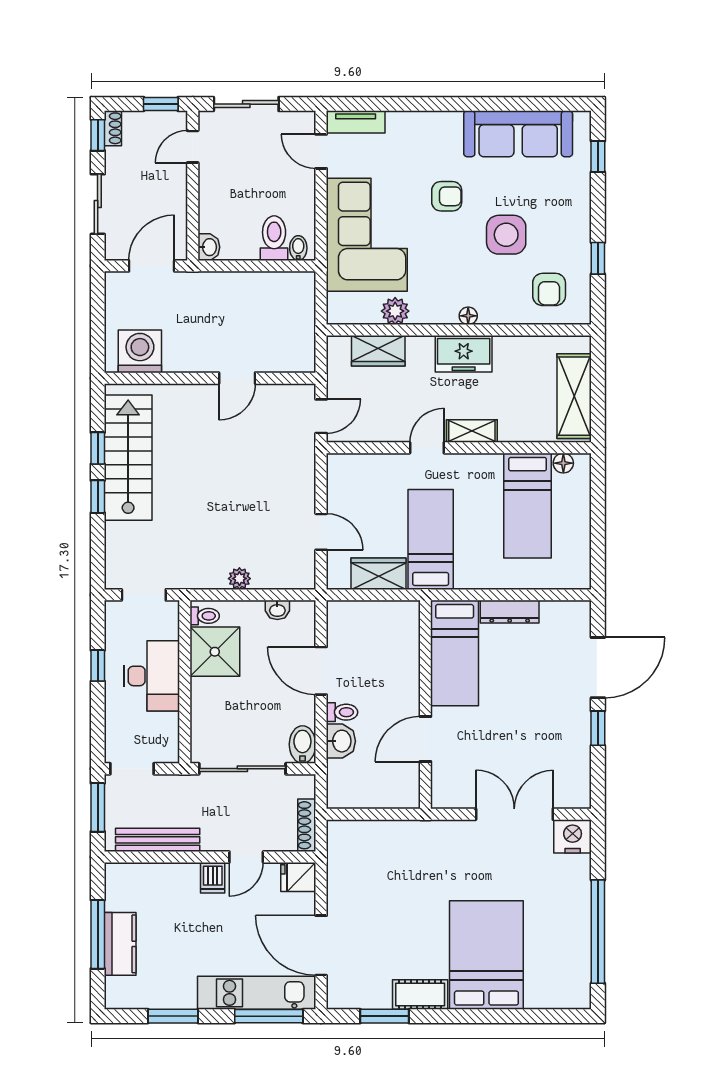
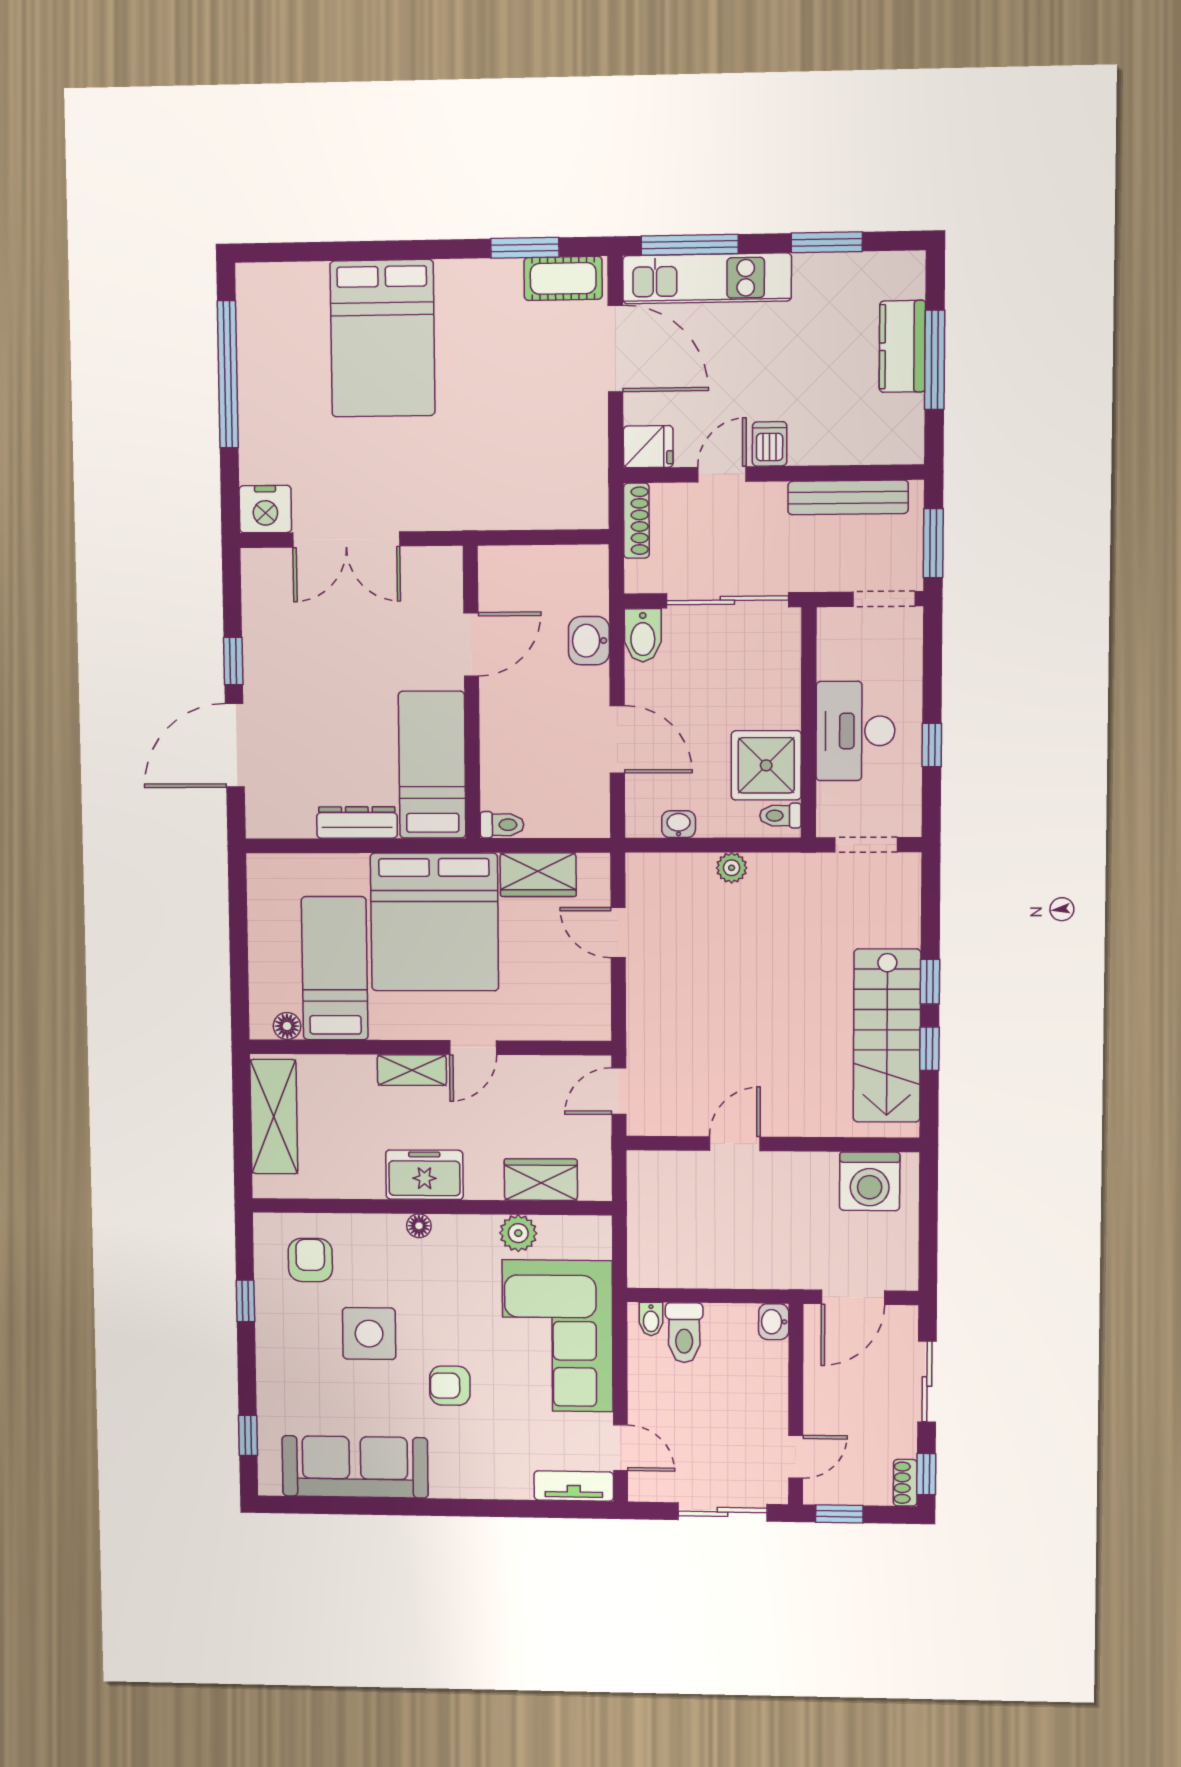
bed: (431, 539) -> (434, 922), width x2.04
toilet: (342, 712) -> (502, 825), moved, turned 180
cot: (420, 995) -> (563, 278), moved

